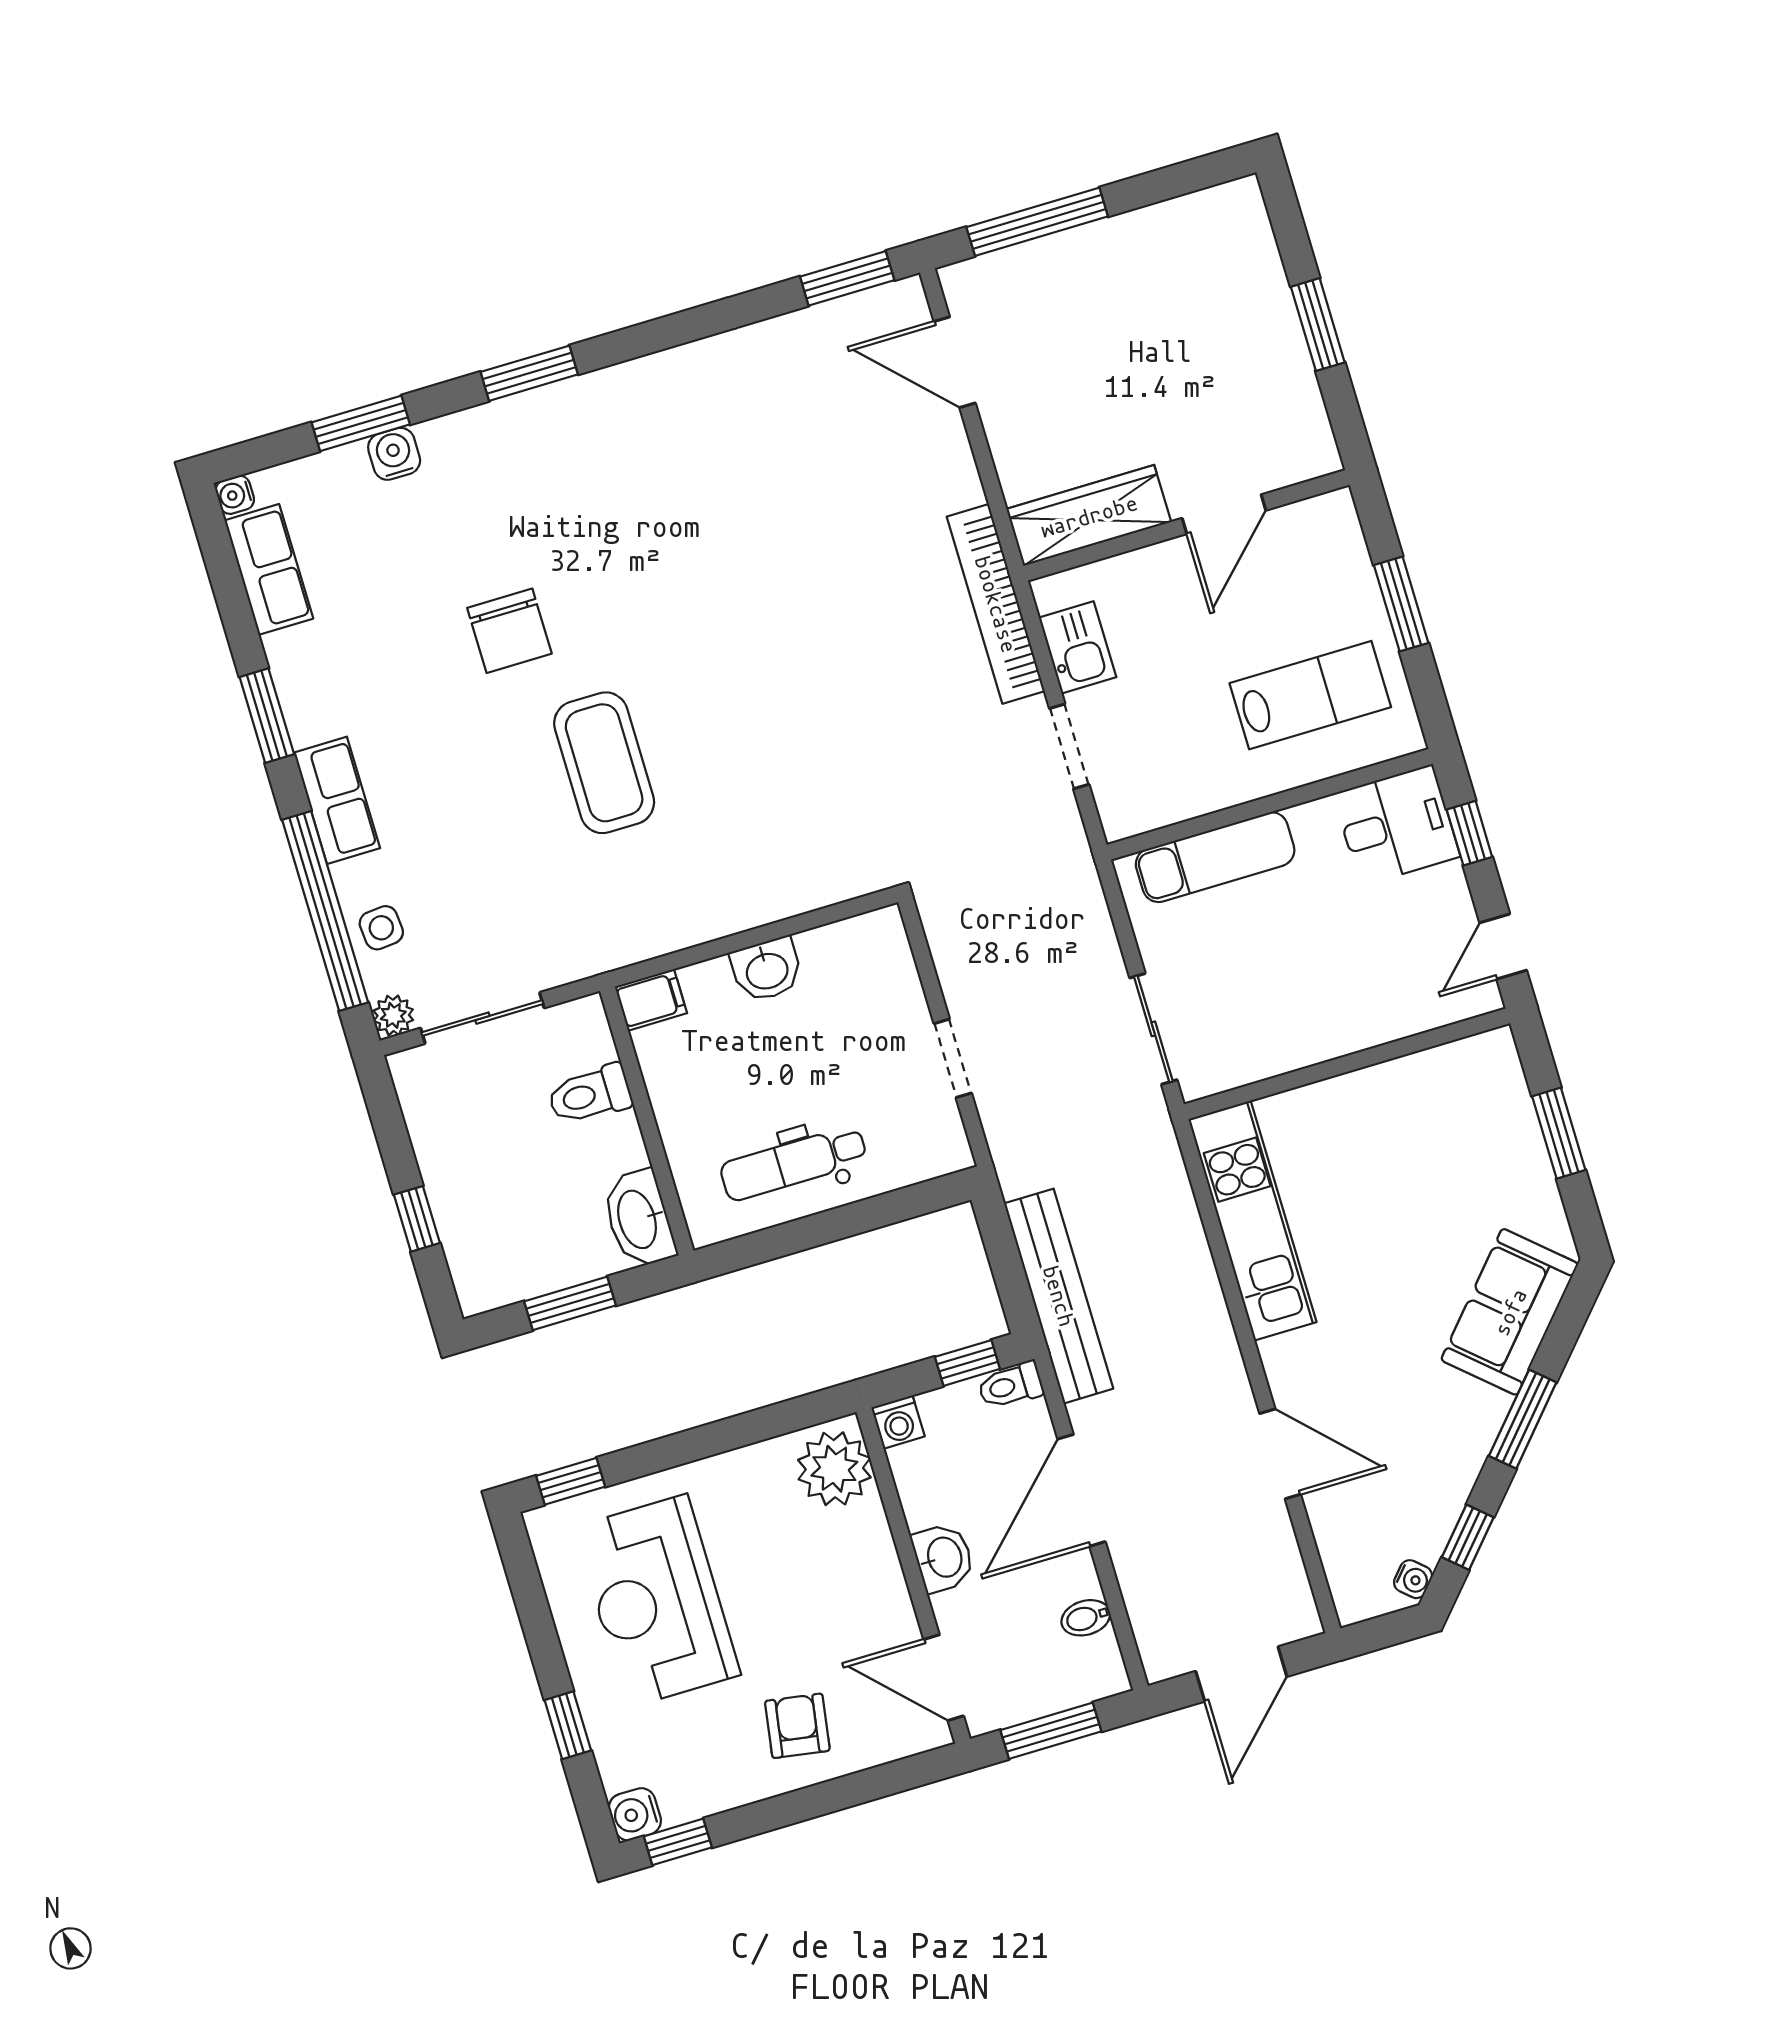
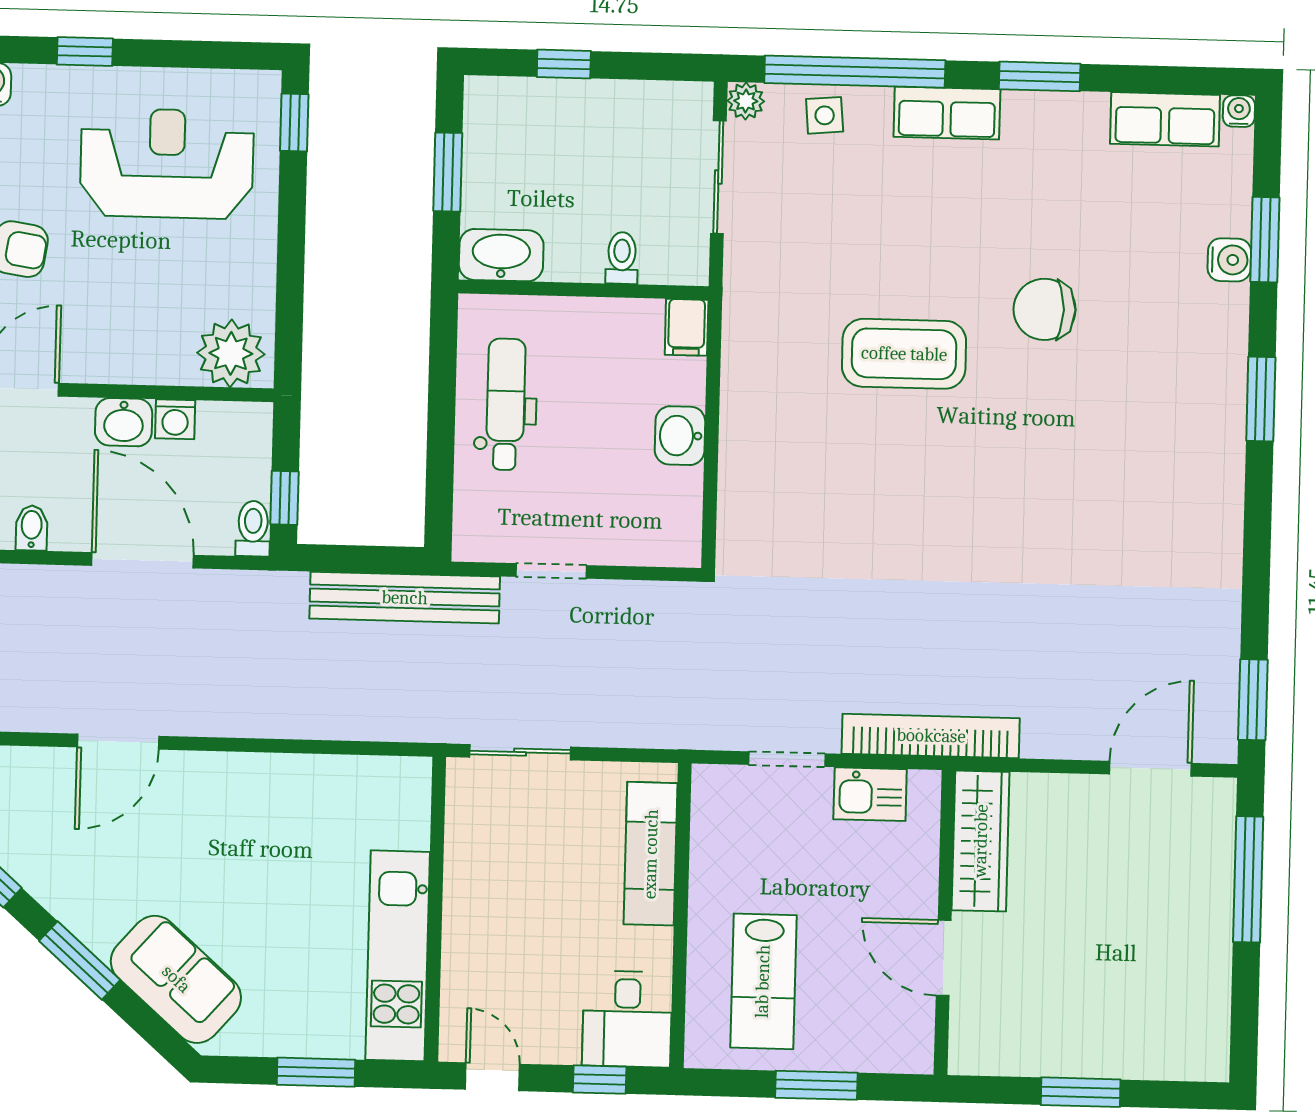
toilet: (590, 1095) -> (622, 258), width x0.73, depth x0.72
kitchen unit: (1252, 1221) -> (398, 956), moved, turned 90
bench: (1059, 1296) -> (405, 598), moved
washing machine: (898, 1422) -> (175, 419), moved, turned -90

